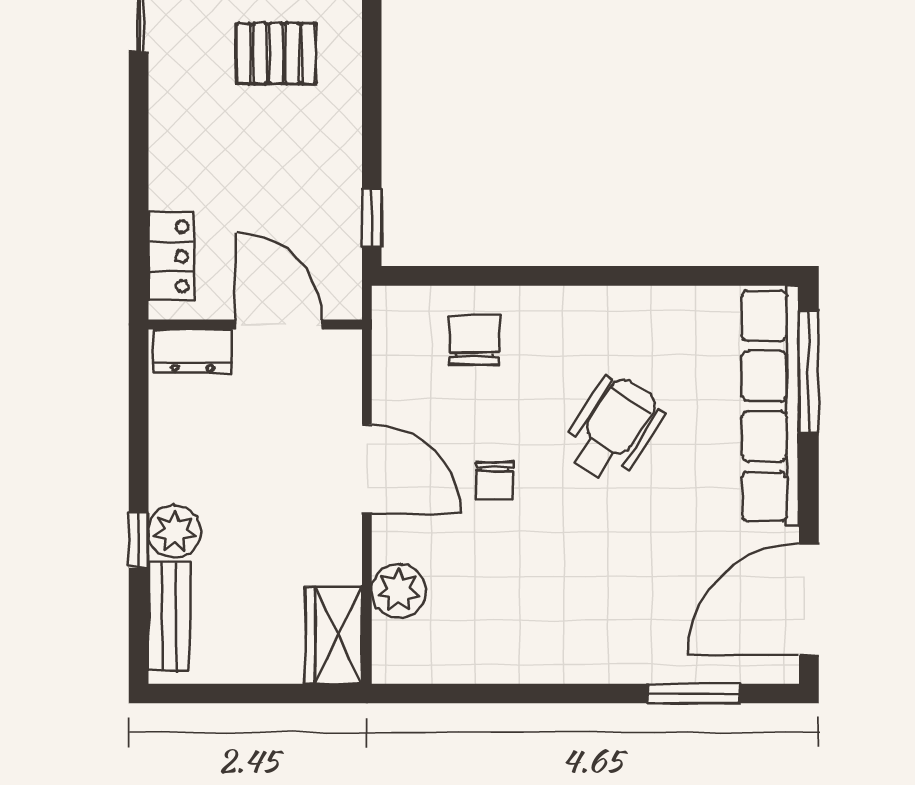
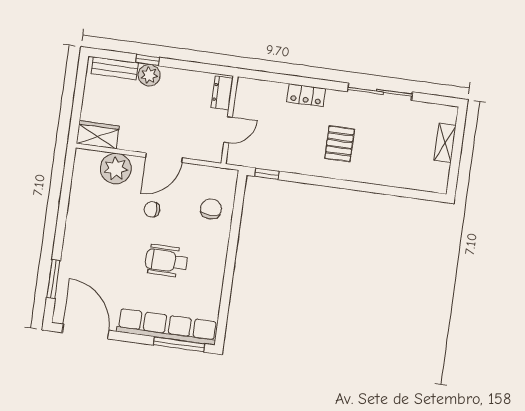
locker: (171, 256) -> (306, 95), moved
door: (279, 324) -> (228, 130), width x0.73
chair: (474, 340) -> (211, 209), turned -90
wheelchair: (613, 429) -> (167, 261), turned 147
plant: (399, 591) -> (116, 169), width x1.36, depth x1.36

